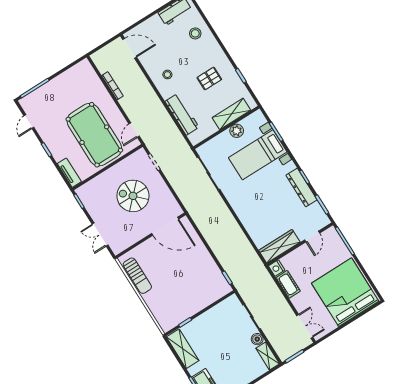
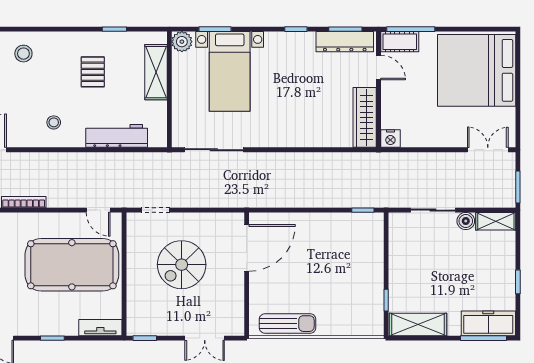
plant: (237, 131) -> (182, 42), moved
dresser: (302, 188) -> (345, 42), moved
cot: (288, 284) -> (400, 42), moved

